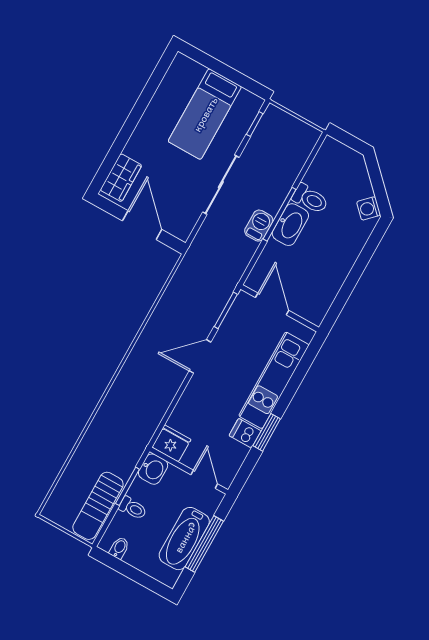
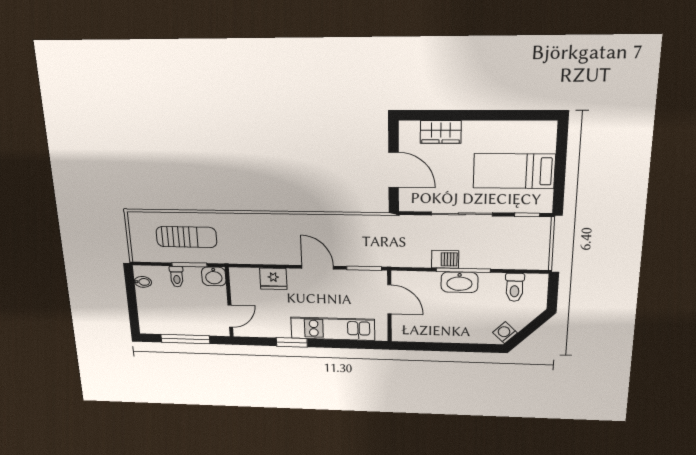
wardrobe: (121, 178) -> (441, 132), moved
toilet: (310, 199) -> (515, 287), moved
door: (142, 225) -> (394, 170), hinge flipped
door: (272, 304) -> (389, 299), hinge flipped
dishwasher: (245, 433) -> (282, 328), removed
fridge: (171, 443) -> (273, 279), moved, turned 90
sun lounger: (98, 506) -> (186, 237), moved, turned 180
bathtub: (184, 539) -> (180, 323), removed

